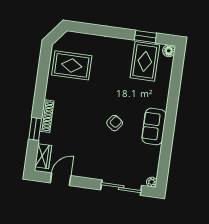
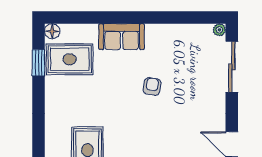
armchair: (115, 123) -> (152, 86), turned 62
sofa: (154, 126) -> (122, 37), moved

